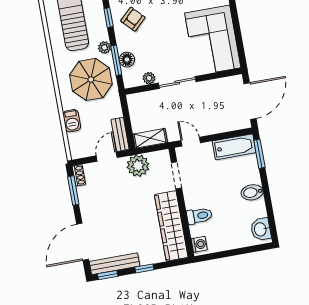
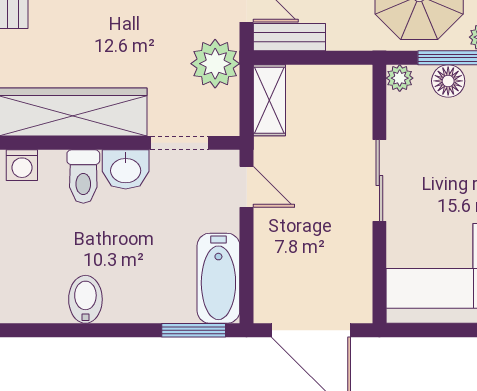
plant: (149, 78) -> (400, 78), moved
door: (191, 142) -> (247, 187), hinge flipped
bidet: (252, 192) -> (85, 299), moved
washbasin: (261, 229) -> (126, 169), moved, turned 180

